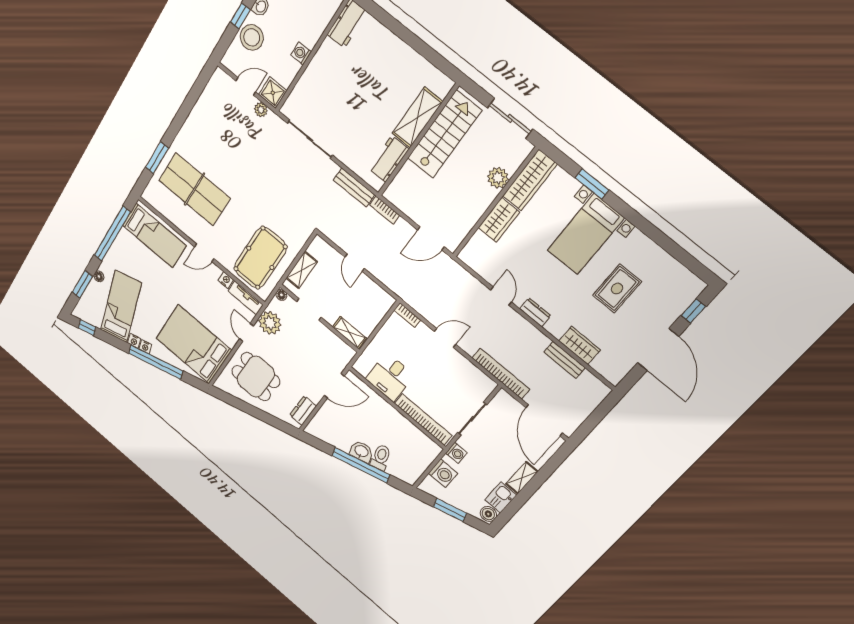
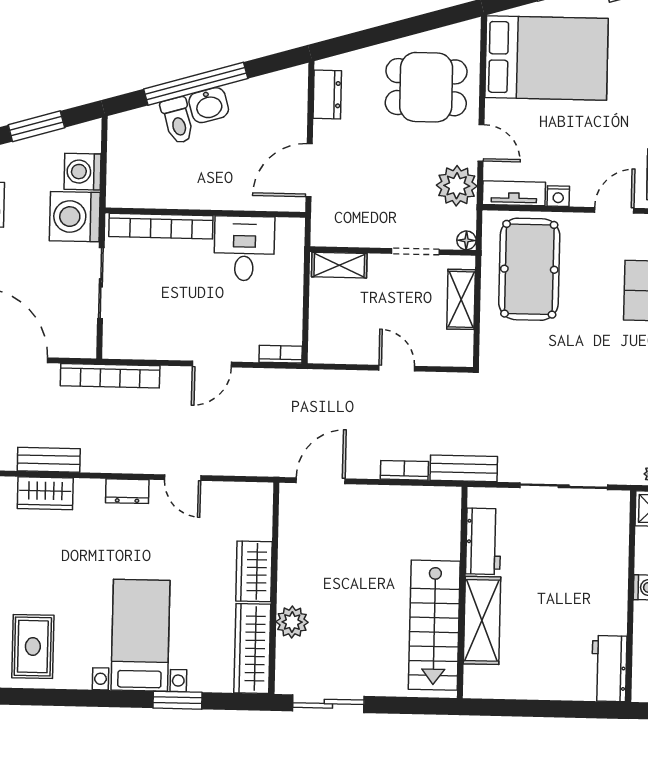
shelving: (417, 118) -> (482, 620), moved
stairs: (444, 134) -> (434, 625), moved
wall: (418, 141) -> (462, 592), moved
workbench: (389, 159) -> (483, 541), moved
rug: (617, 289) -> (33, 646), moved
washing machine: (456, 453) -> (75, 217), width x1.89, depth x1.89

